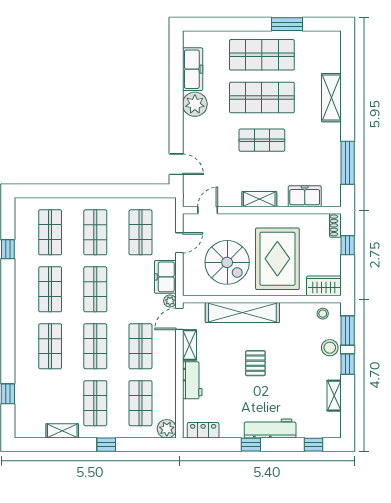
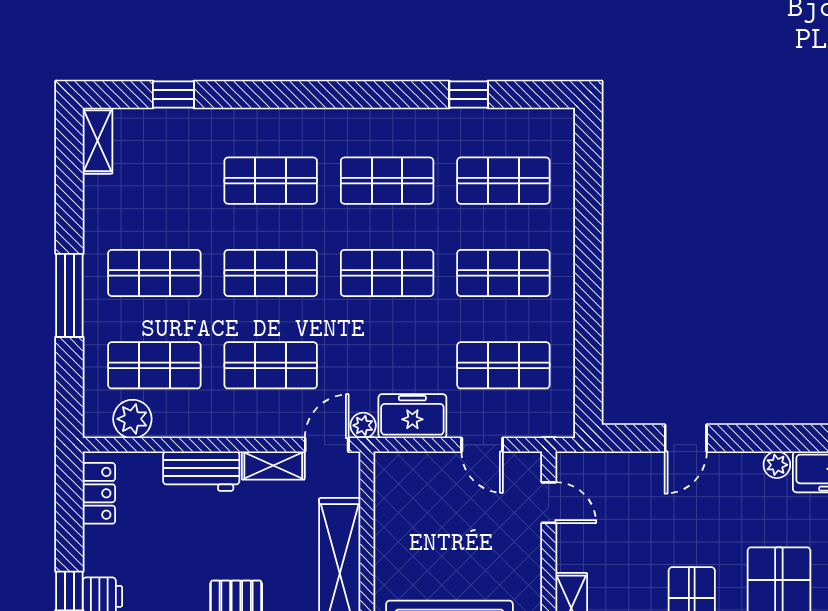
plant: (195, 104) -> (777, 465), width x0.53, depth x0.53
door: (176, 164) -> (686, 438), moved
spiral stairs: (227, 262) -> (442, 542), removed
door: (179, 319) -> (327, 445), hinge flipped
plant: (167, 429) -> (132, 419), moved
shelving: (62, 431) -> (98, 141), moved
window: (106, 445) -> (69, 295), width x2.17

